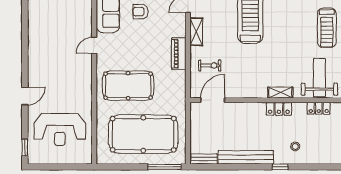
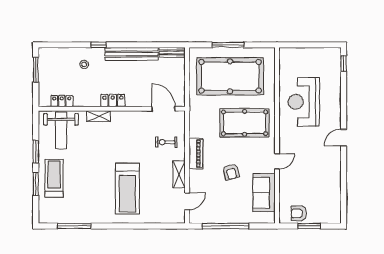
armchair: (141, 12) -> (231, 172), moved, turned 75
door: (25, 96) -> (344, 138), moved
door: (213, 100) -> (163, 109), swing flipped
locker: (279, 109) -> (113, 101), moved
reception desk: (60, 130) -> (304, 102), moved, turned -90
window: (165, 167) -> (228, 45), moved

